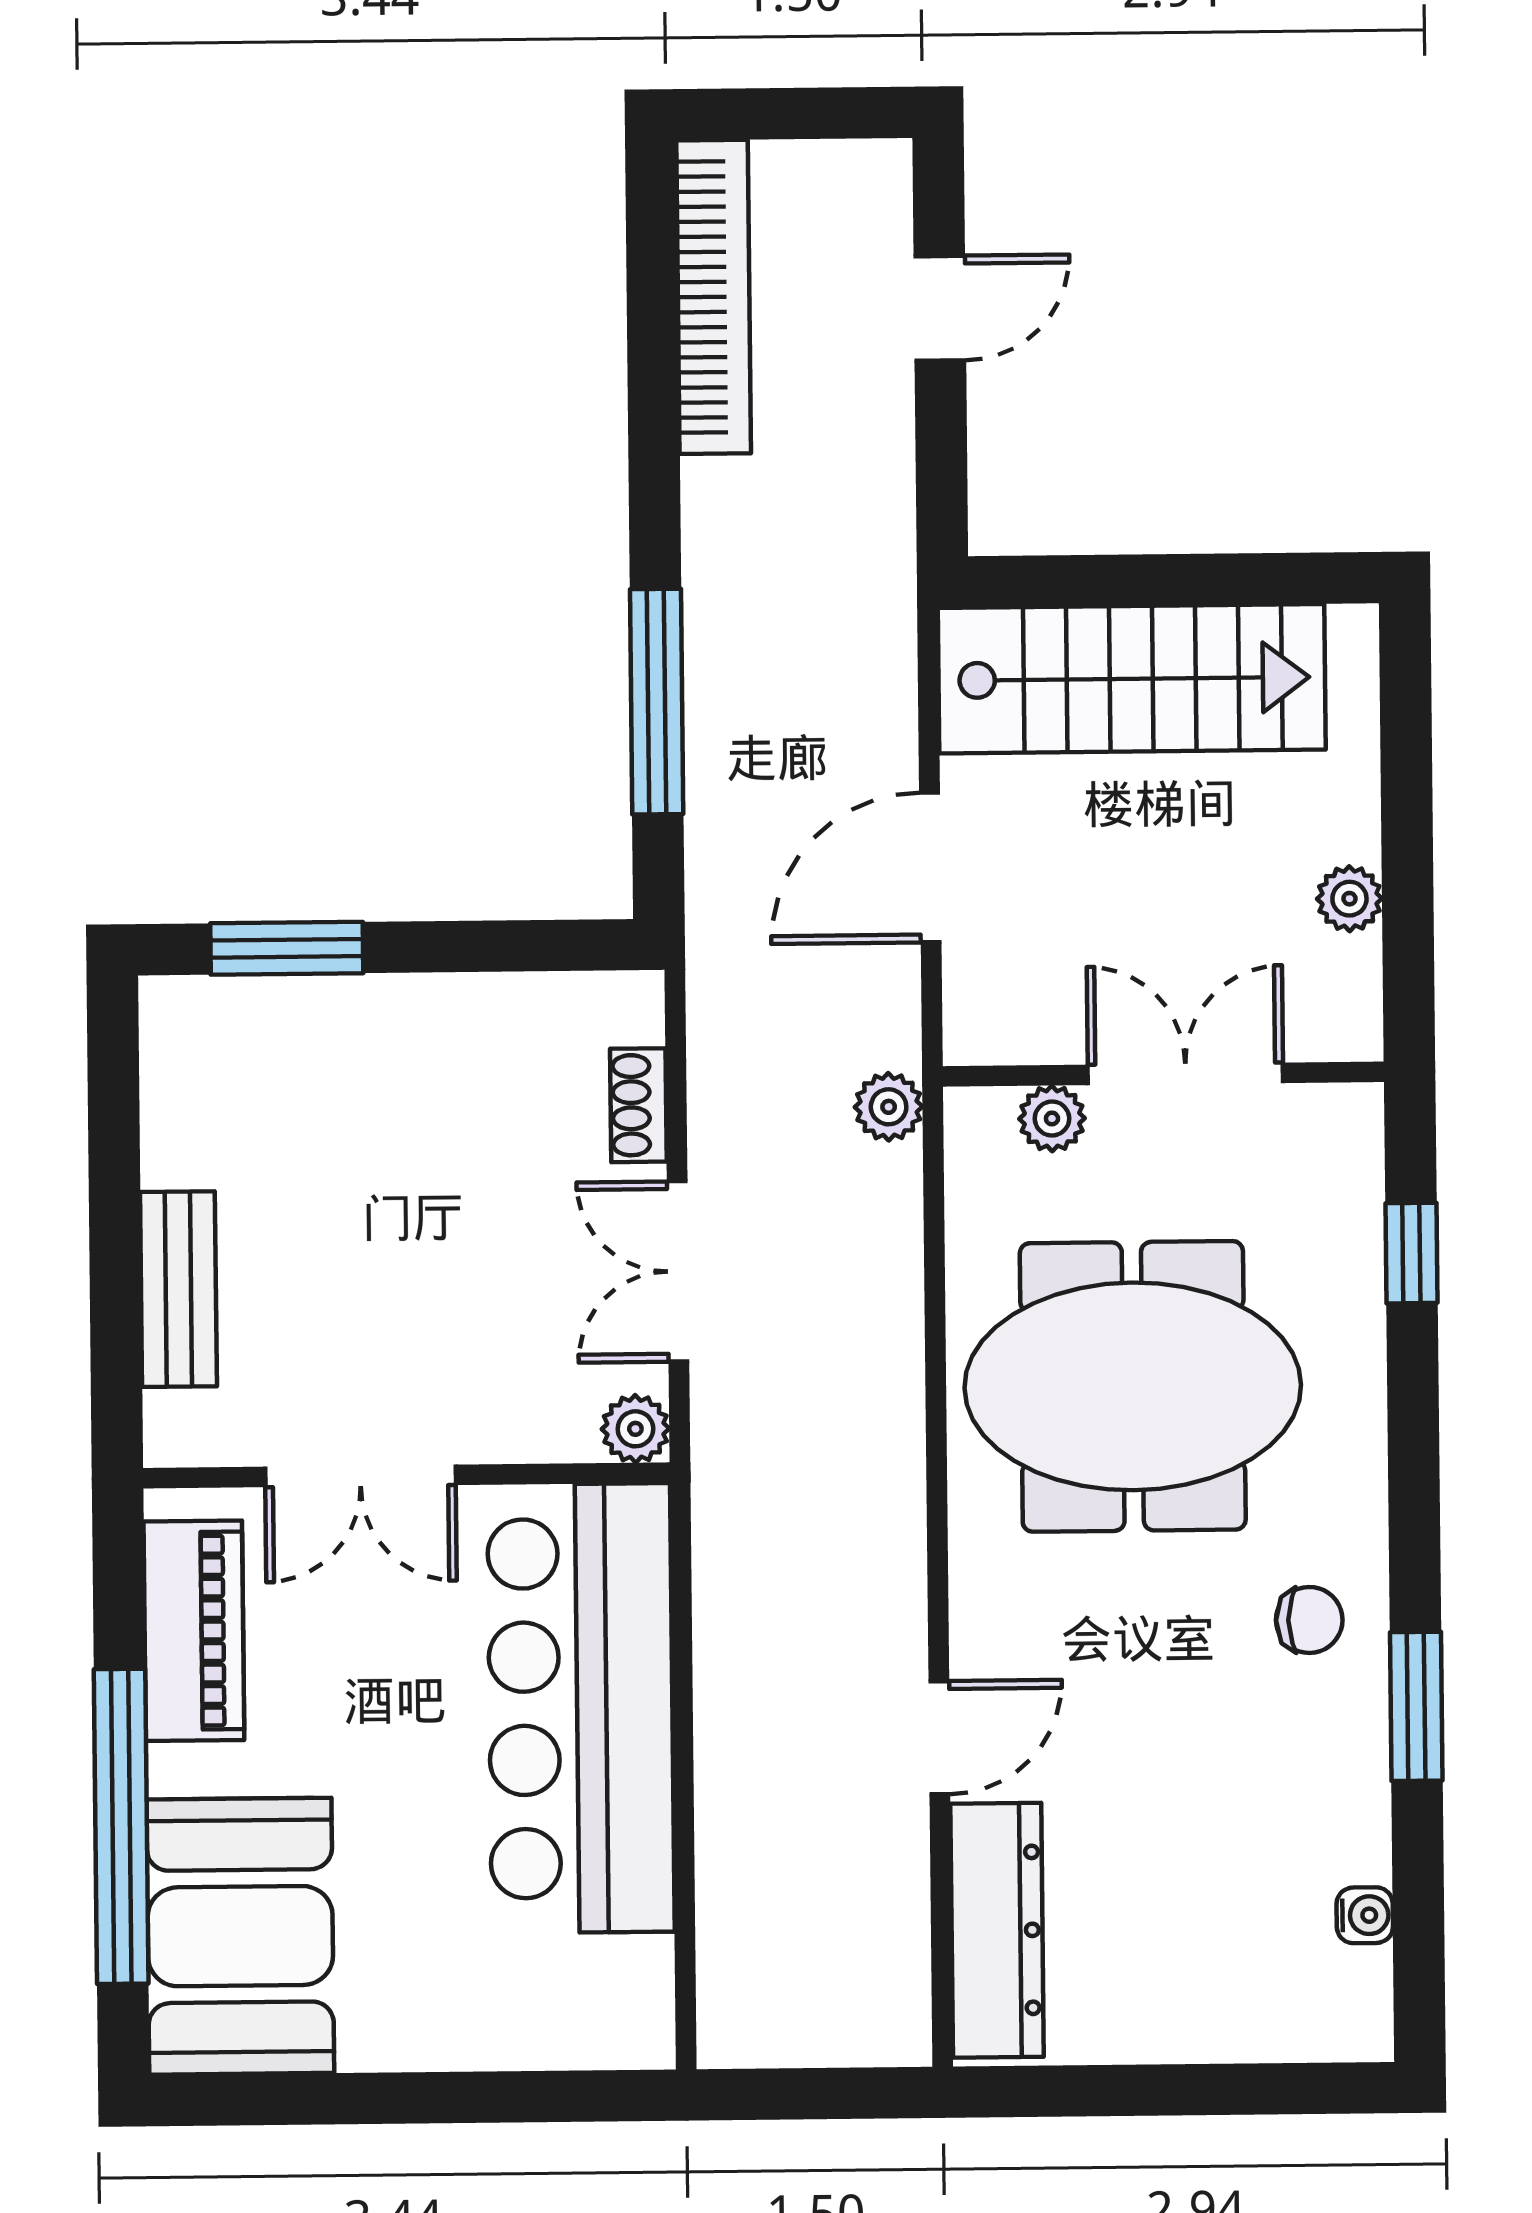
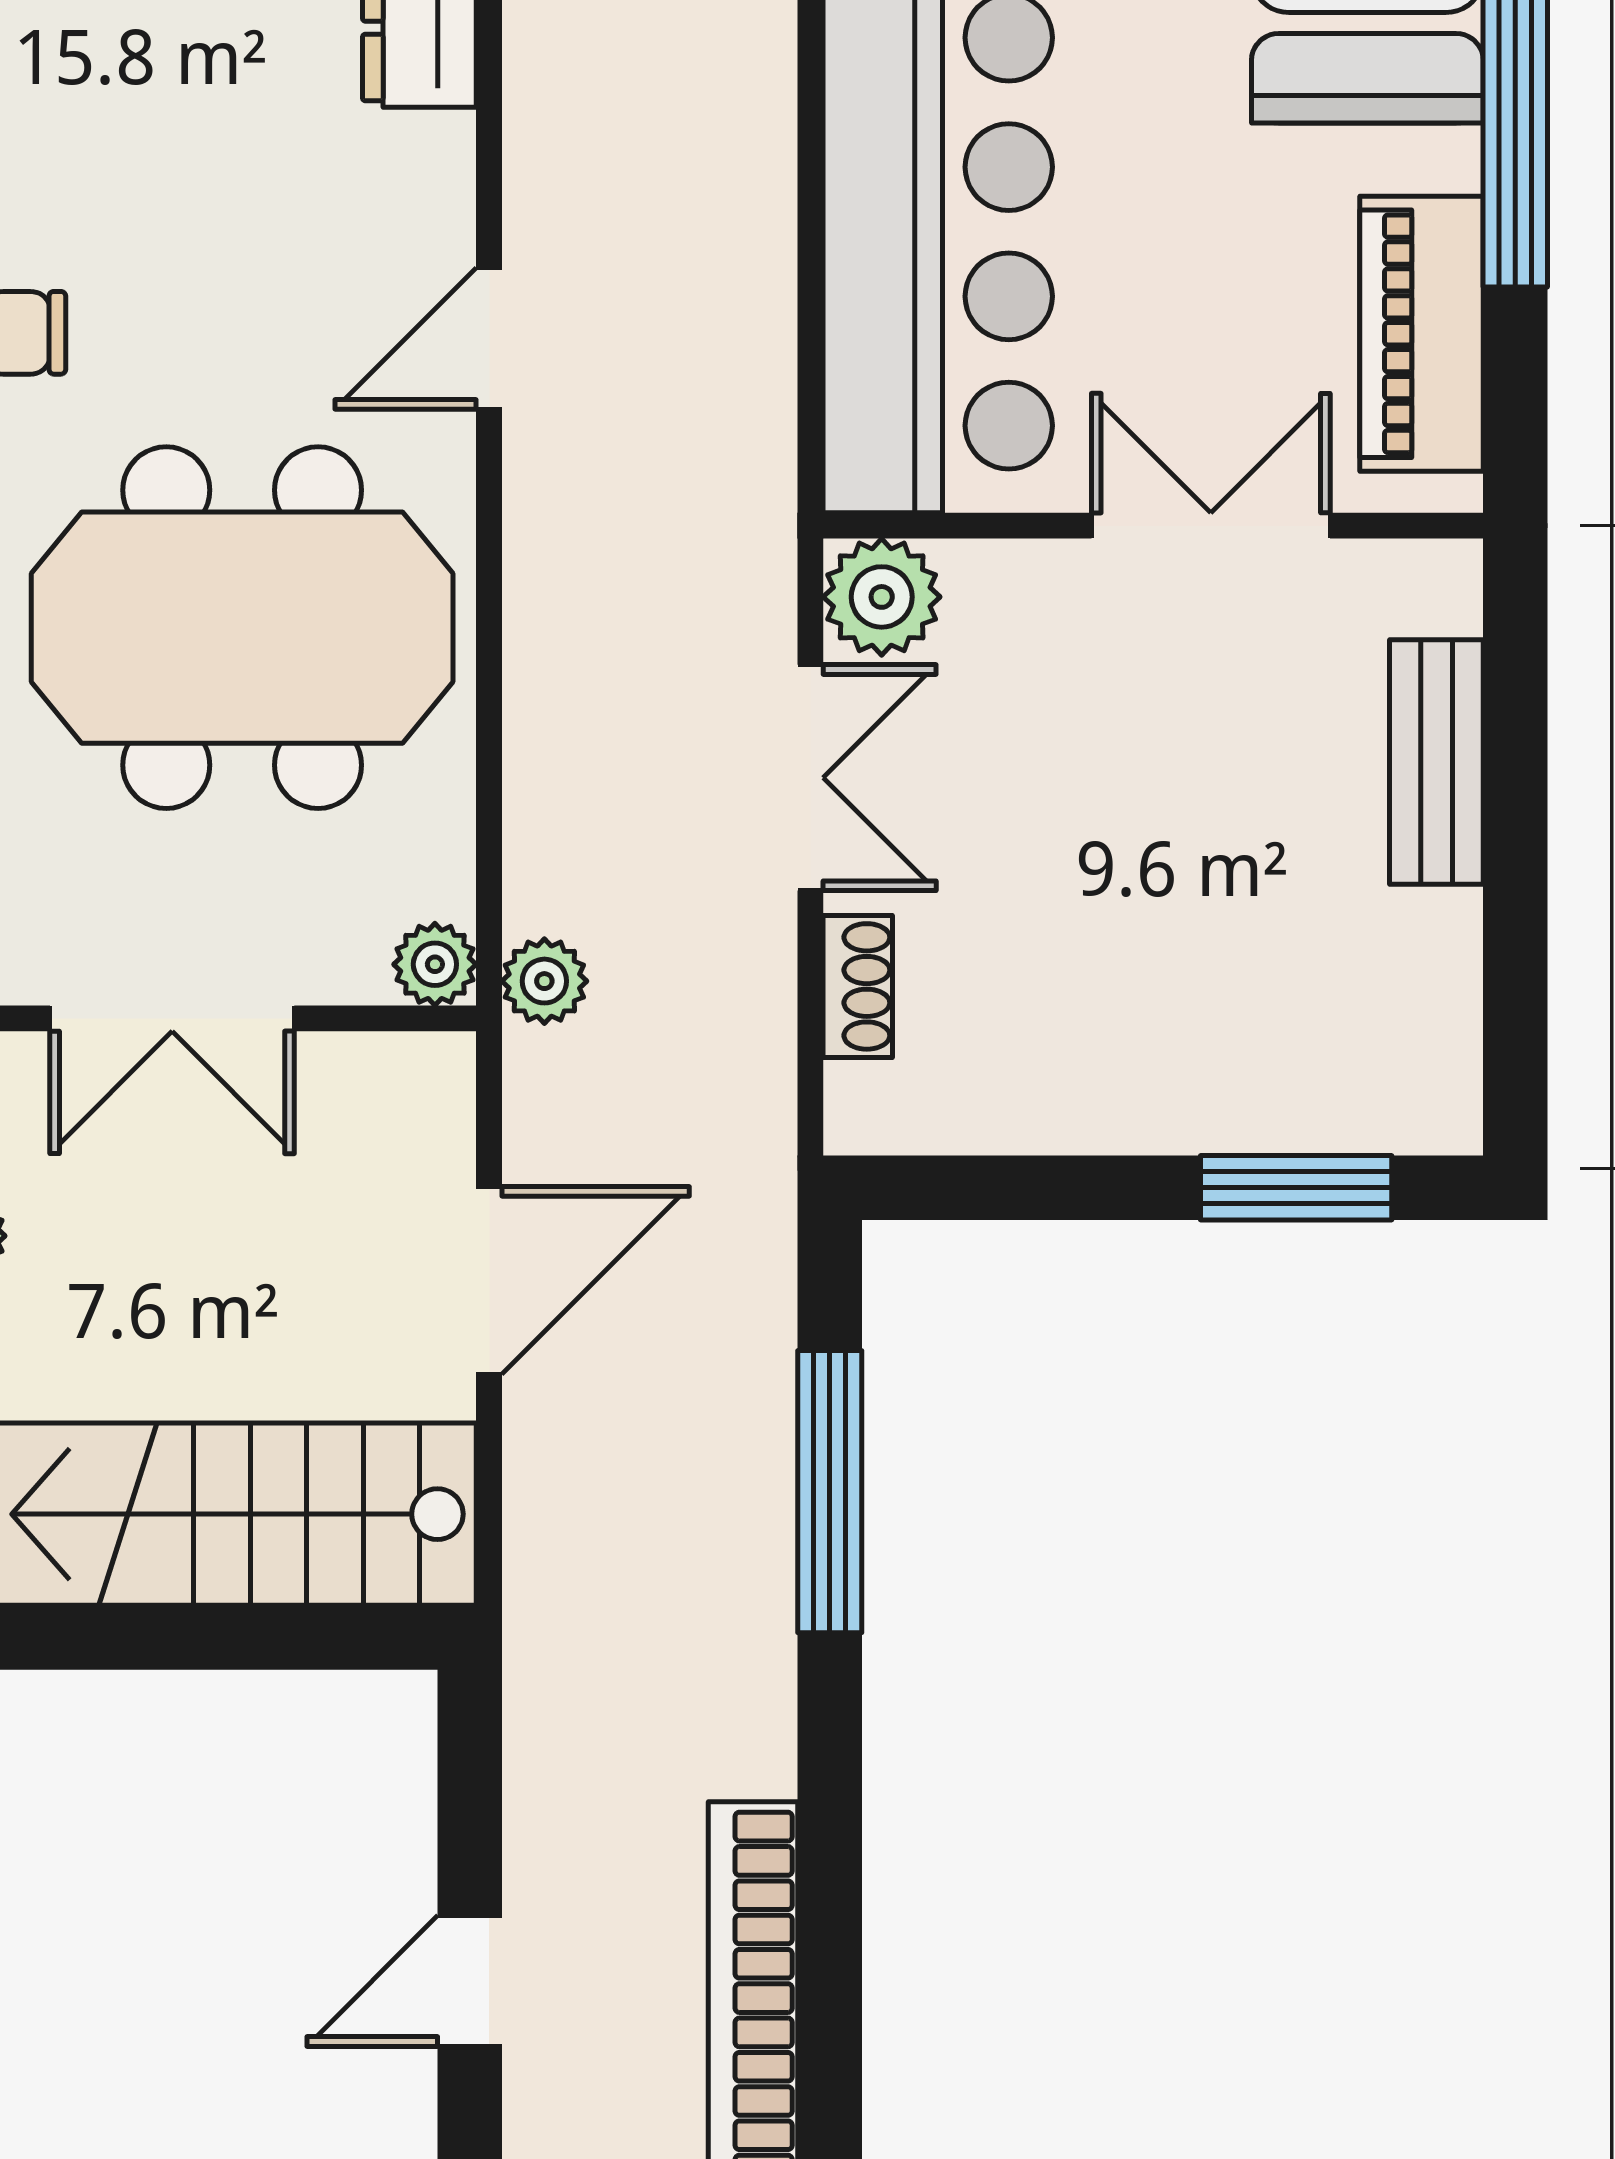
plant: (1052, 1118) -> (435, 964), moved
plant: (635, 1429) -> (882, 597), width x1.38, depth x1.38
door: (939, 1738) -> (489, 338), moved

